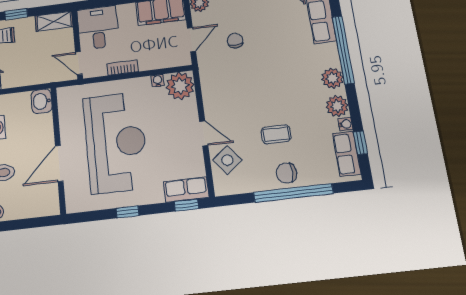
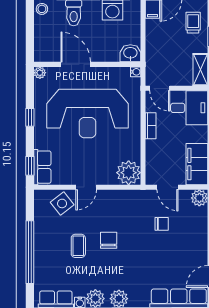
door: (79, 63) -> (160, 88), swing flipped
water cooler: (158, 81) -> (136, 72), moved
chair: (286, 173) -> (109, 240), moved
plant: (73, 206) -> (40, 73), added

